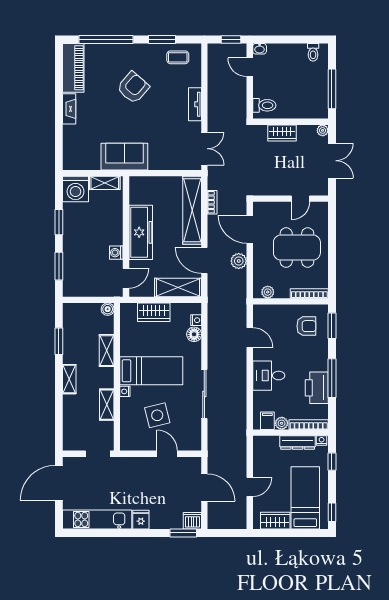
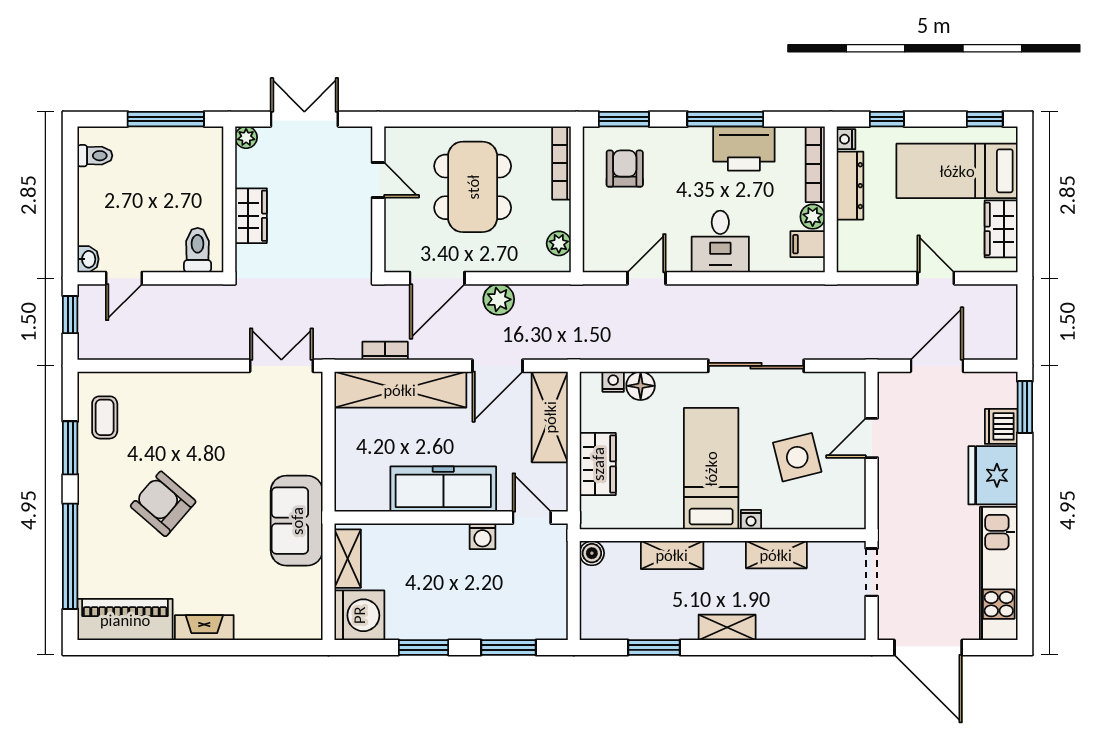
tv unit: (195, 104) -> (195, 384), removed
fridge: (141, 520) -> (993, 475), width x1.88, depth x1.34
dishwasher: (192, 521) -> (1001, 426), moved

